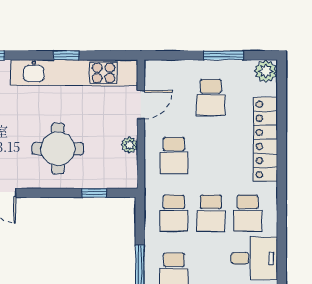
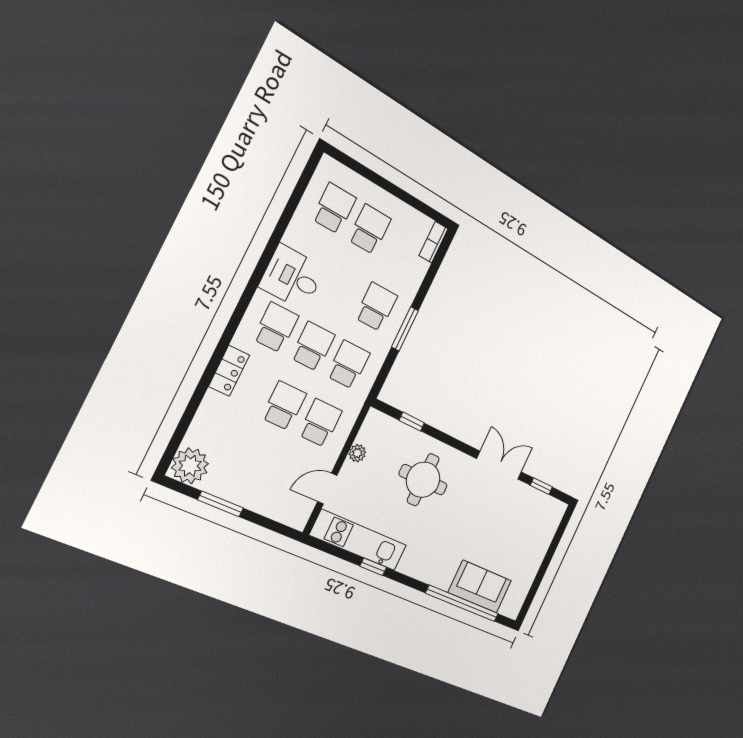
plant: (266, 71) -> (190, 466), width x1.36, depth x1.36
kitchen unit: (74, 73) -> (359, 540), width x0.73
school desk: (211, 97) -> (284, 406), moved
locker: (265, 139) -> (229, 371), width x0.46, depth x0.83

